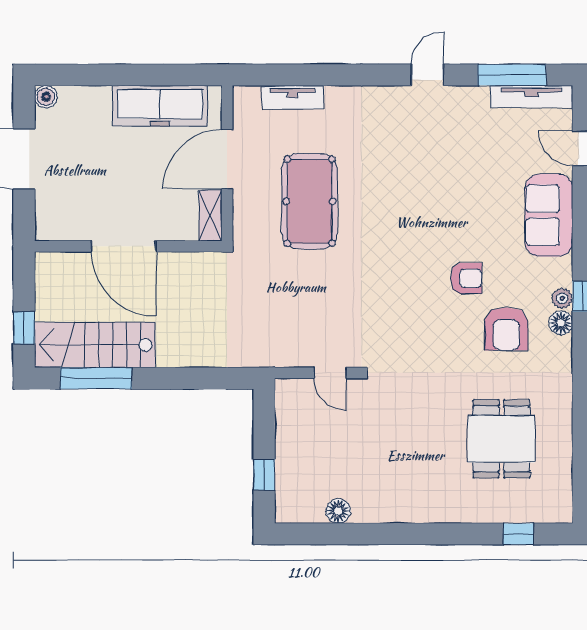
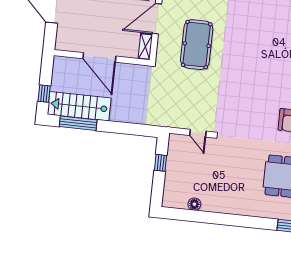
armchair: (466, 278) -> (272, 92), removed
window: (264, 475) -> (161, 163), moved

